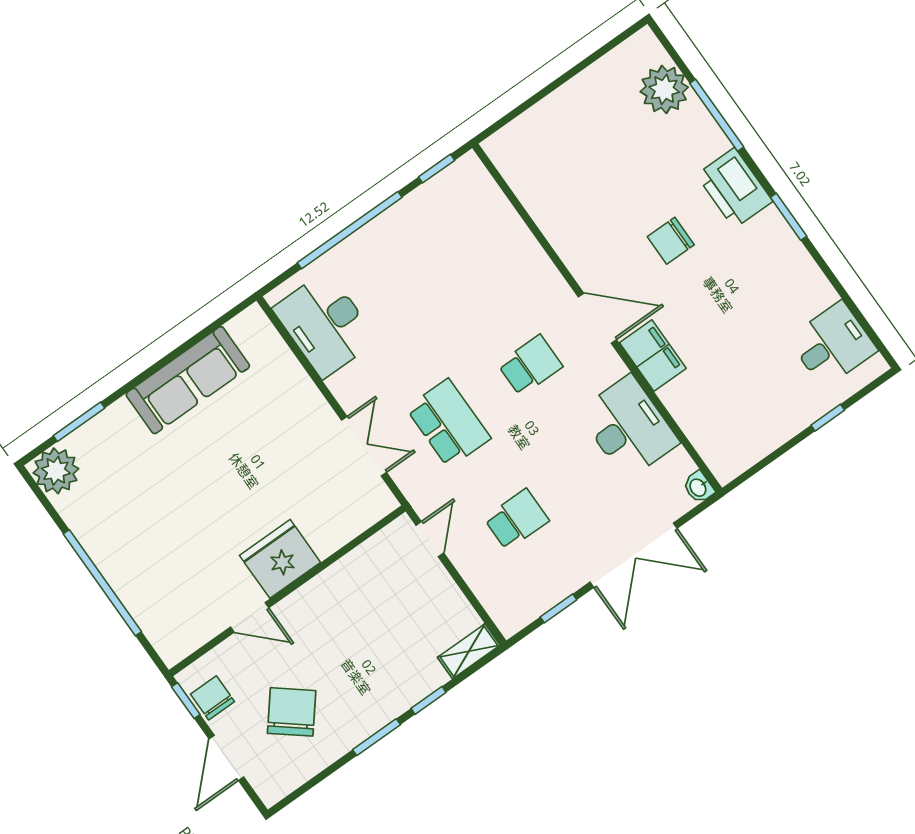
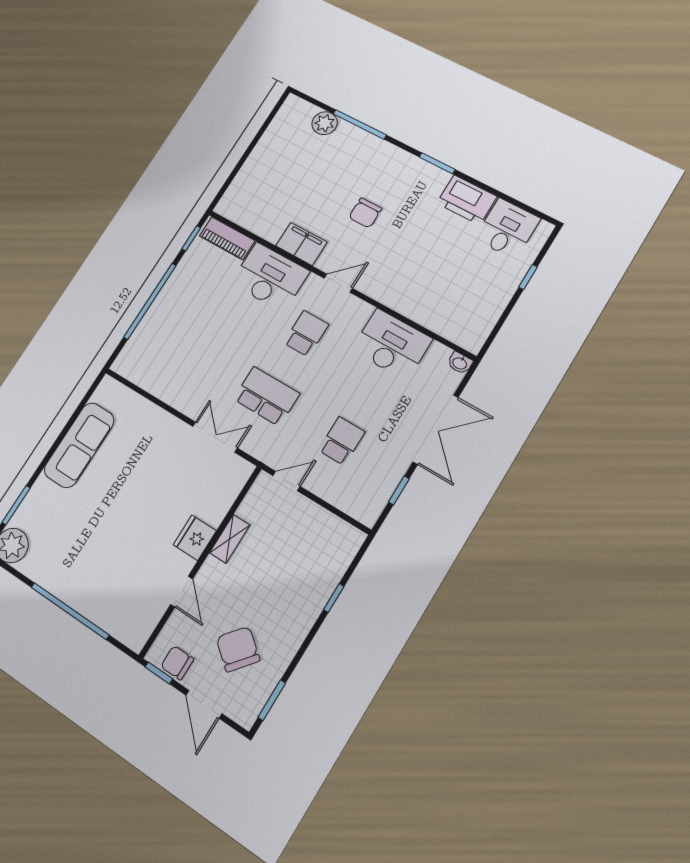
plant: (664, 89) -> (325, 123), width x0.73, depth x0.73
printer: (734, 188) -> (467, 200), moved
piano: (483, 191) -> (227, 238), added
door: (597, 318) -> (338, 283), width x0.73
desk: (325, 324) -> (270, 277), moved, turned 180
filing cabinet: (653, 356) -> (302, 244), moved
door: (430, 539) -> (286, 481), hinge flipped
fridge: (280, 559) -> (195, 538), width x0.73, depth x0.75
door: (250, 617) -> (182, 592), hinge flipped
shelving: (469, 651) -> (230, 539), moved
window: (376, 737) -> (272, 700), moved

